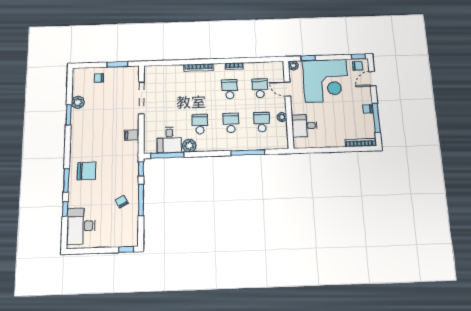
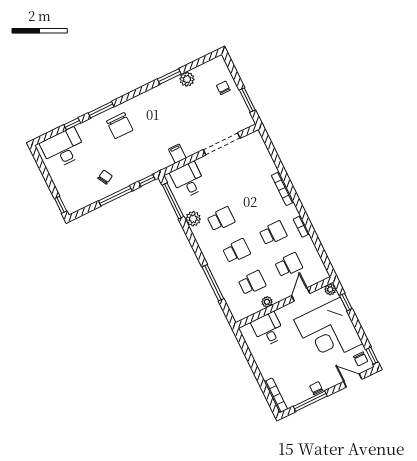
desk: (169, 140) -> (188, 180), moved, turned 90

